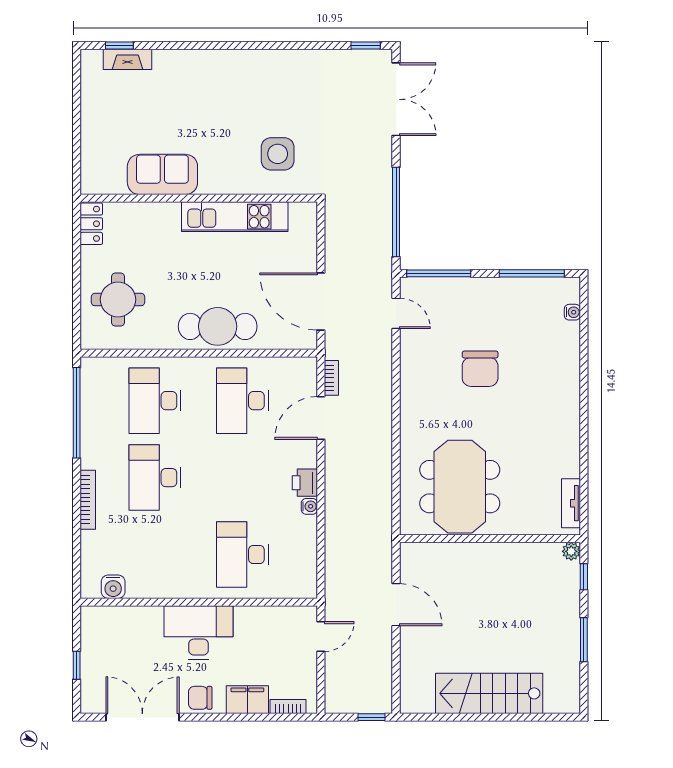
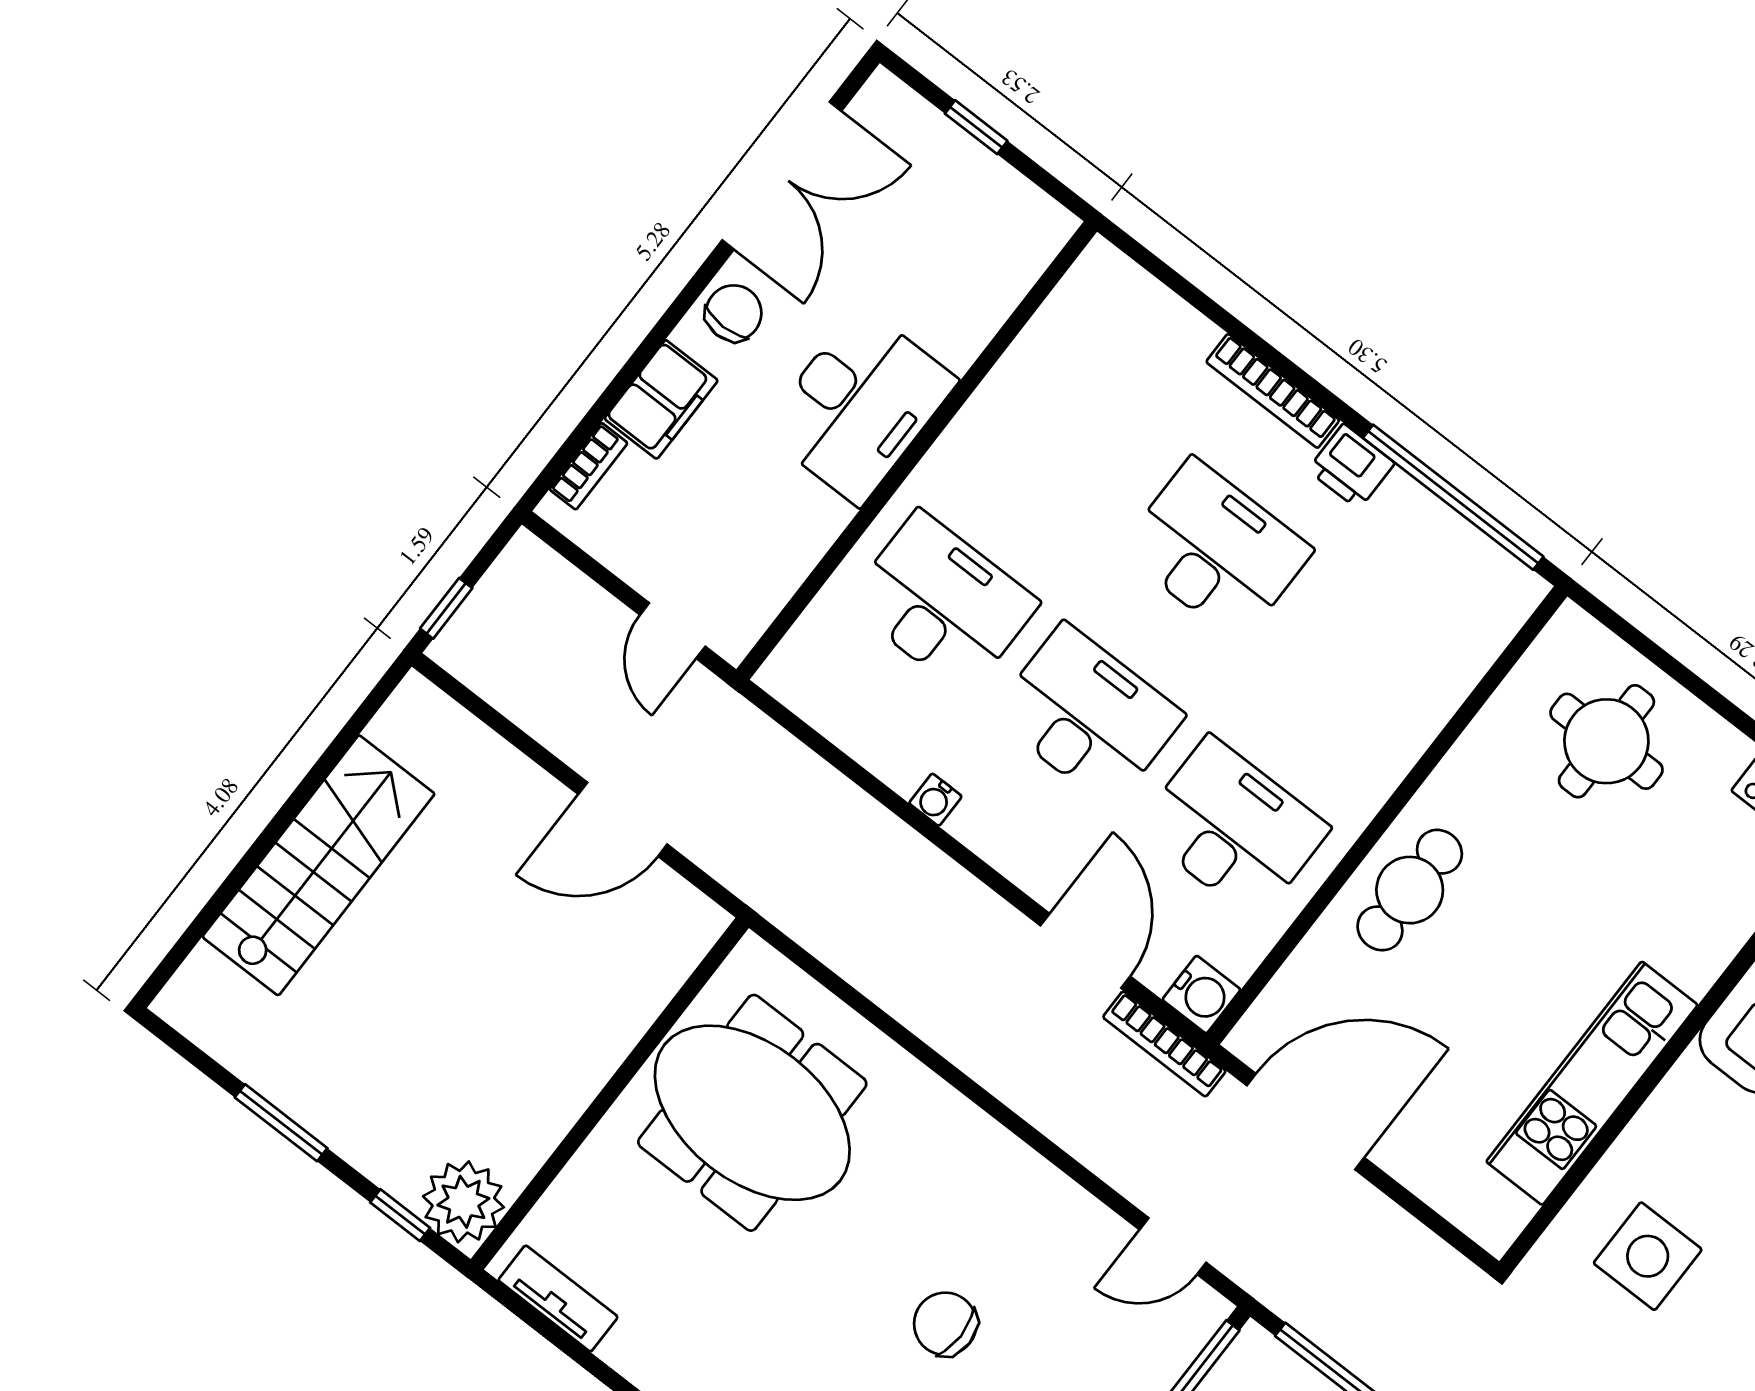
cafe table: (218, 326) -> (1410, 890), width x0.73, depth x0.74
chair: (480, 369) -> (945, 1324), width x0.73, depth x0.73
bookcase: (331, 378) -> (1164, 1044), width x1.56
desk: (155, 401) -> (1088, 716), moved
printer: (305, 483) -> (1351, 467), moved, turned 180
plant: (571, 551) -> (463, 1202), width x1.88, depth x1.88
water cooler: (113, 587) -> (1201, 995), moved, turned 180

